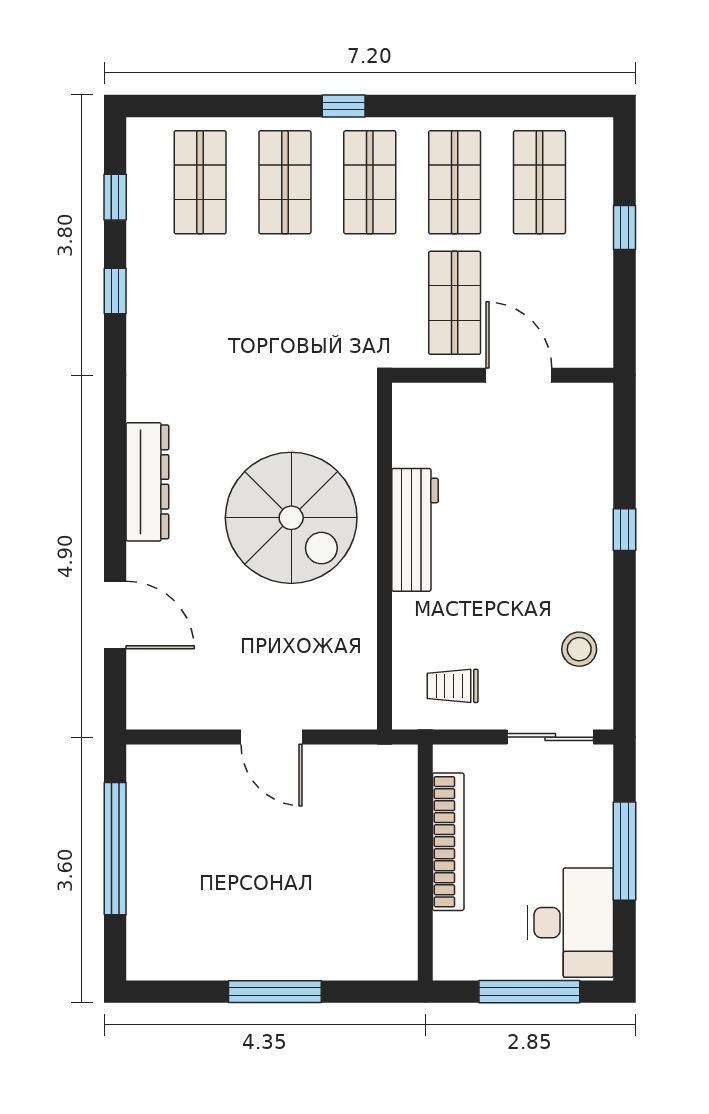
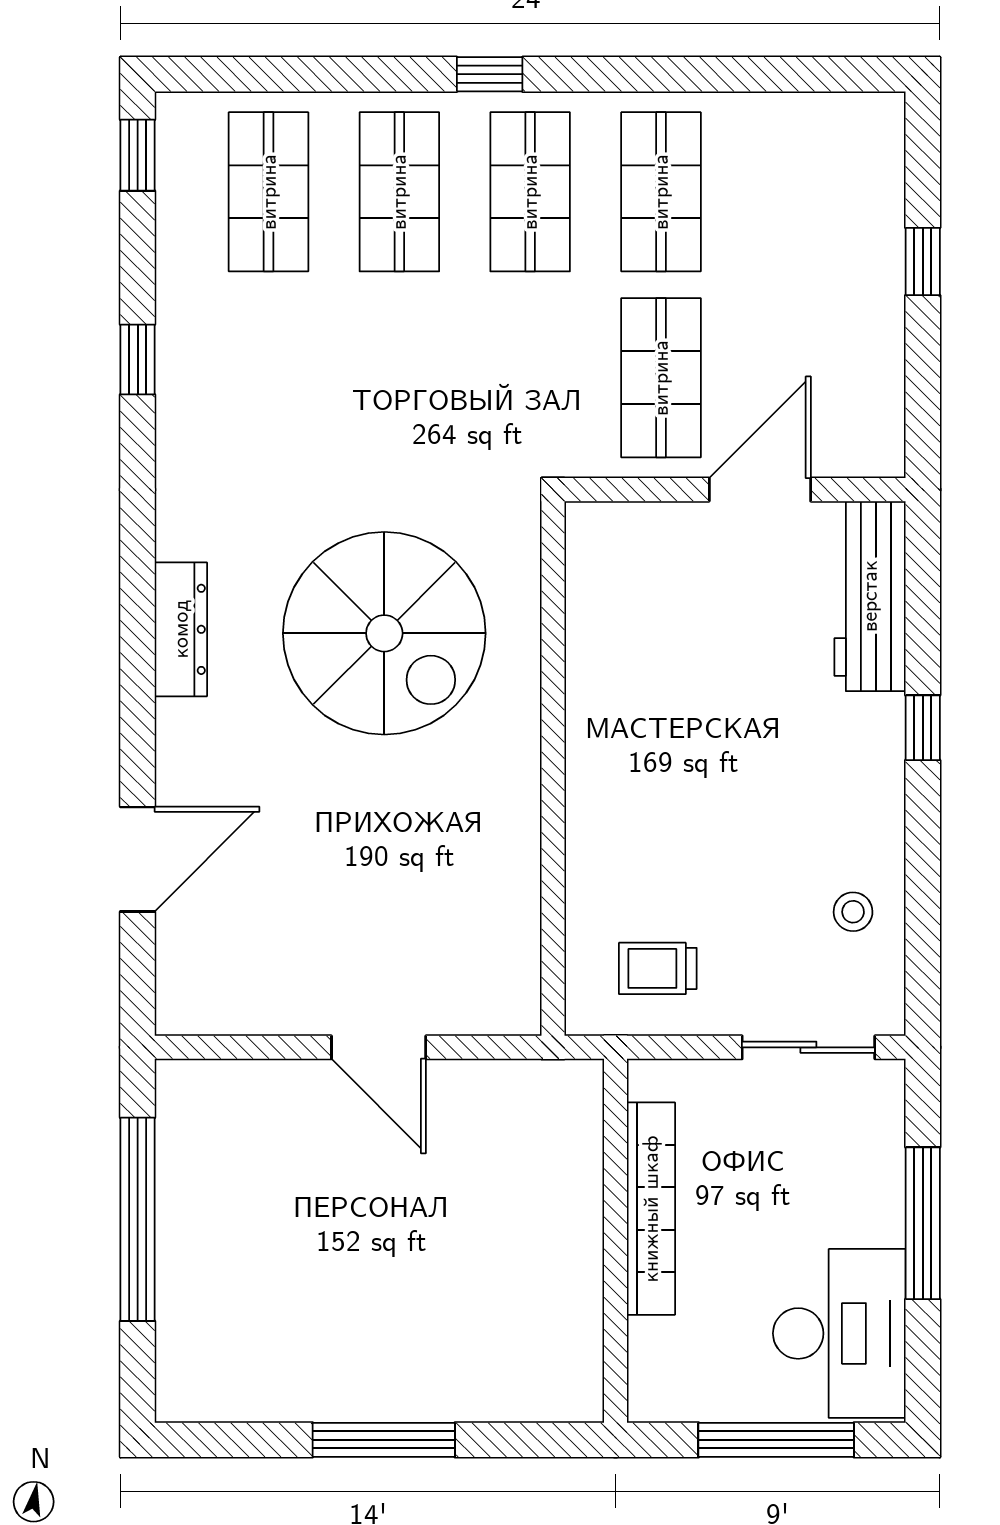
shop shelf: (539, 182) -> (792, 192), removed
window: (115, 197) -> (138, 155), moved
door: (519, 375) -> (760, 490), hinge flipped
dresser: (147, 482) -> (181, 629), width x0.73, depth x0.80
spiral stairs: (291, 518) -> (384, 633), moved
workbench: (415, 530) -> (870, 596), moved, turned 180
door: (115, 615) -> (138, 859), hinge flipped
stool: (579, 649) -> (853, 912), width x0.73, depth x0.73

